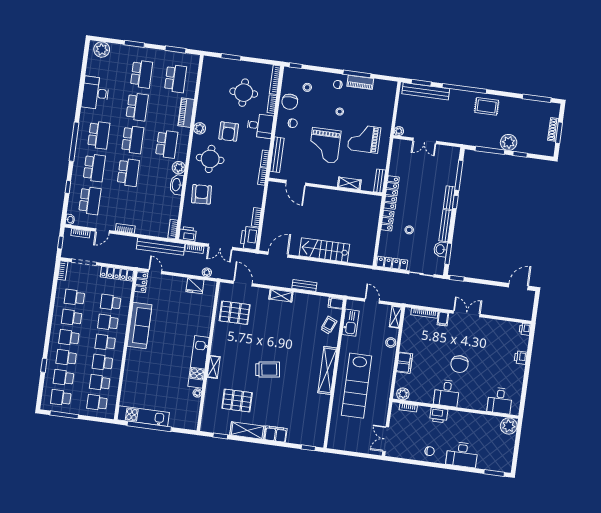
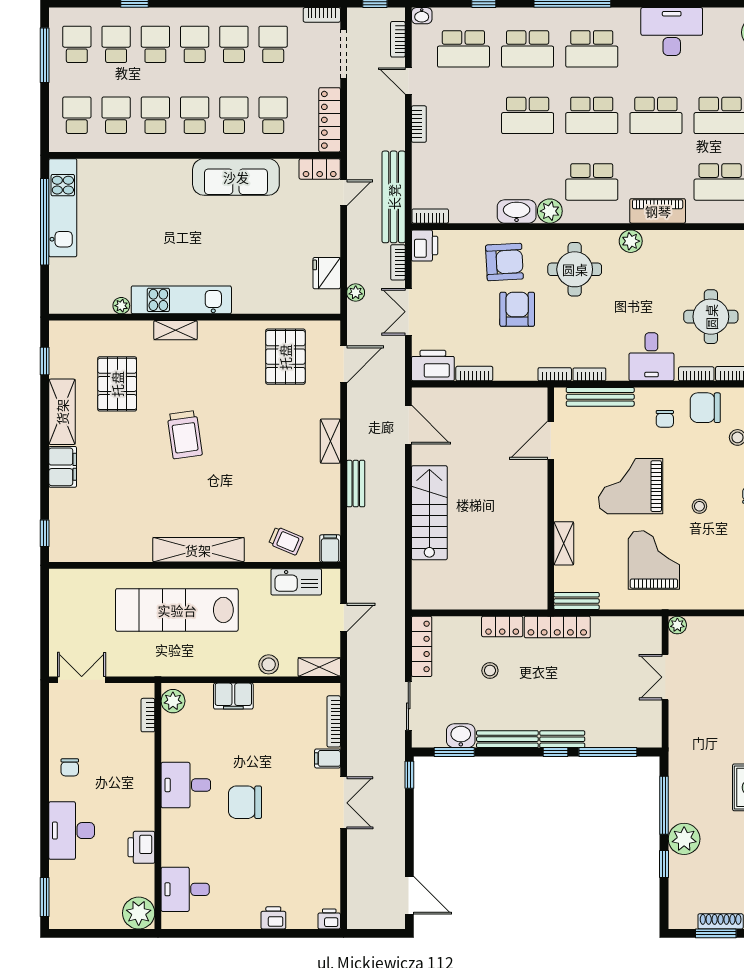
armchair: (229, 132) -> (517, 309), moved, turned 90
printer: (439, 415) -> (141, 847), moved

